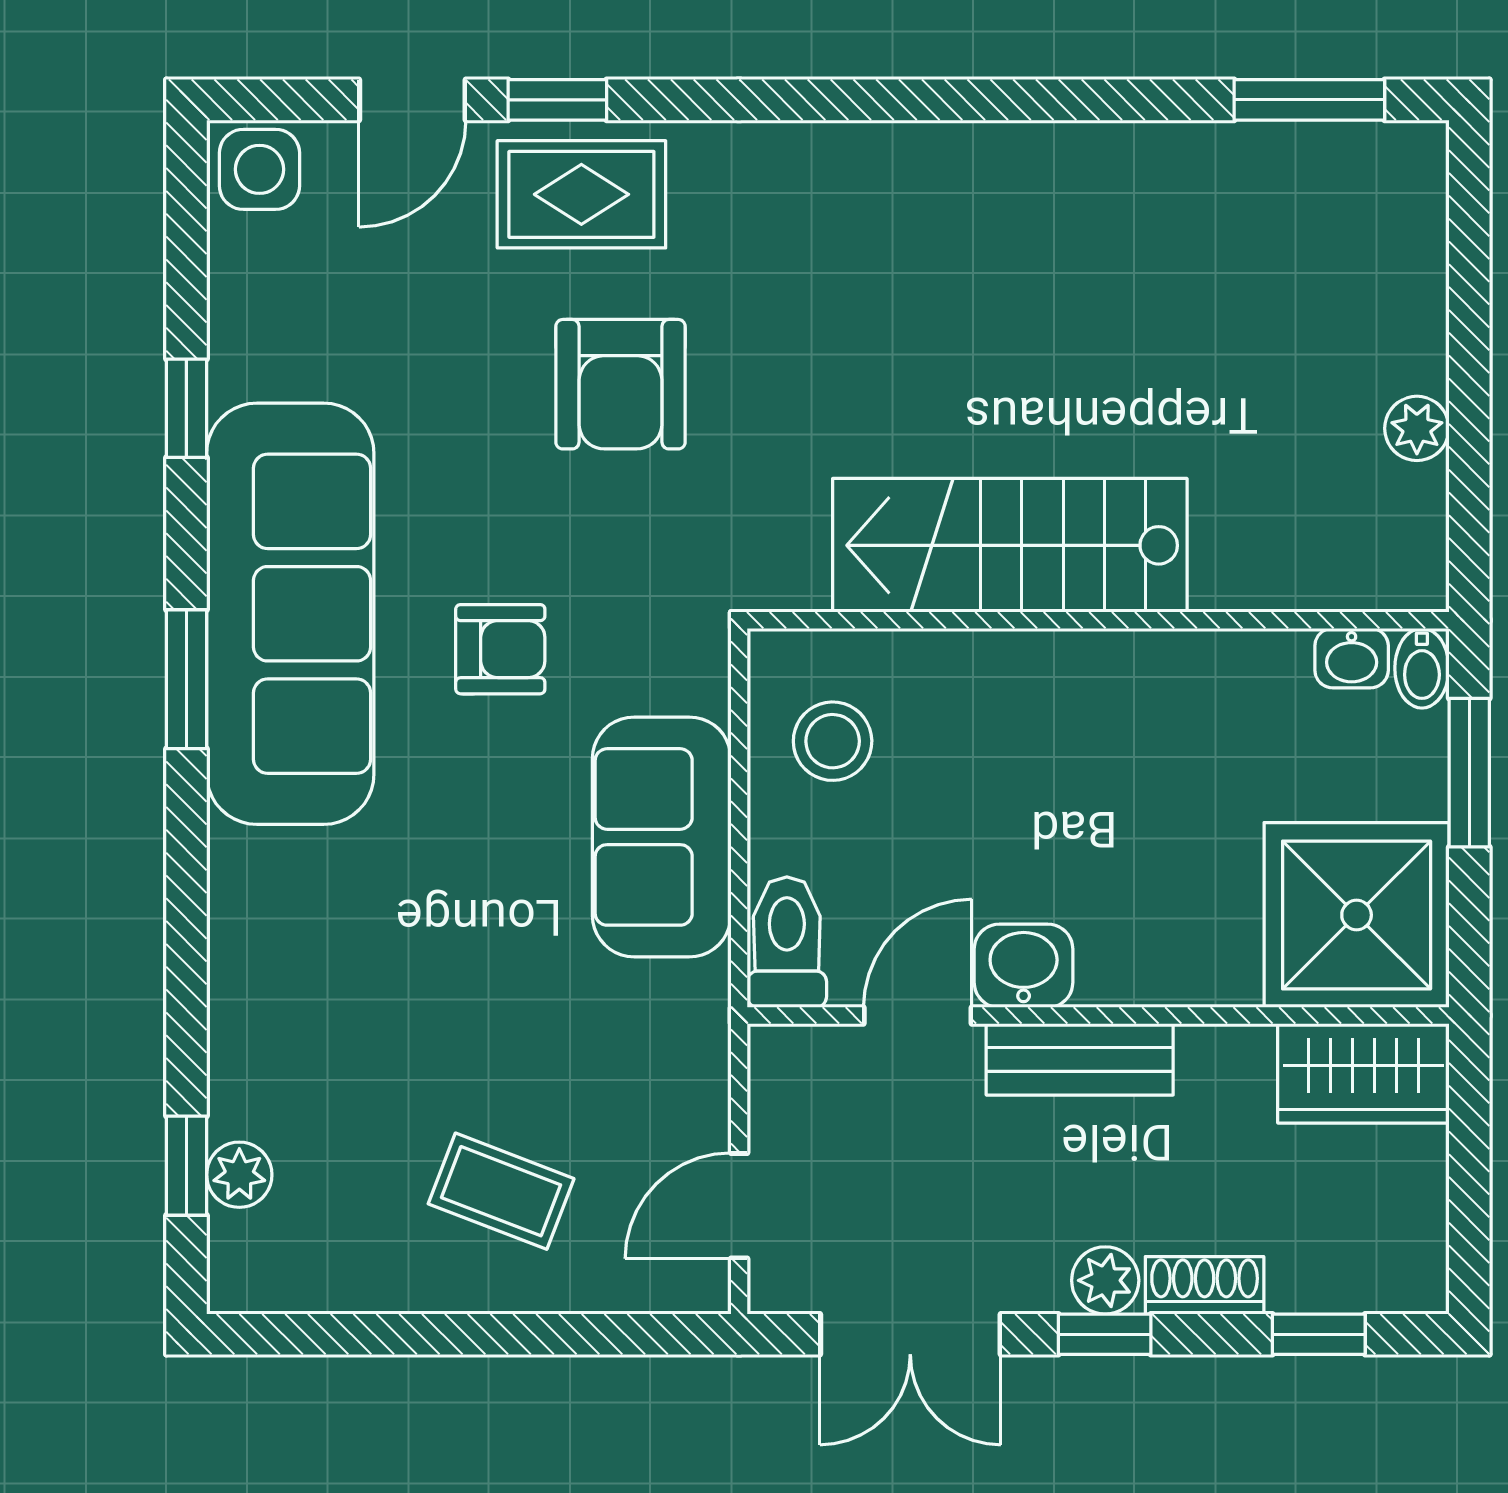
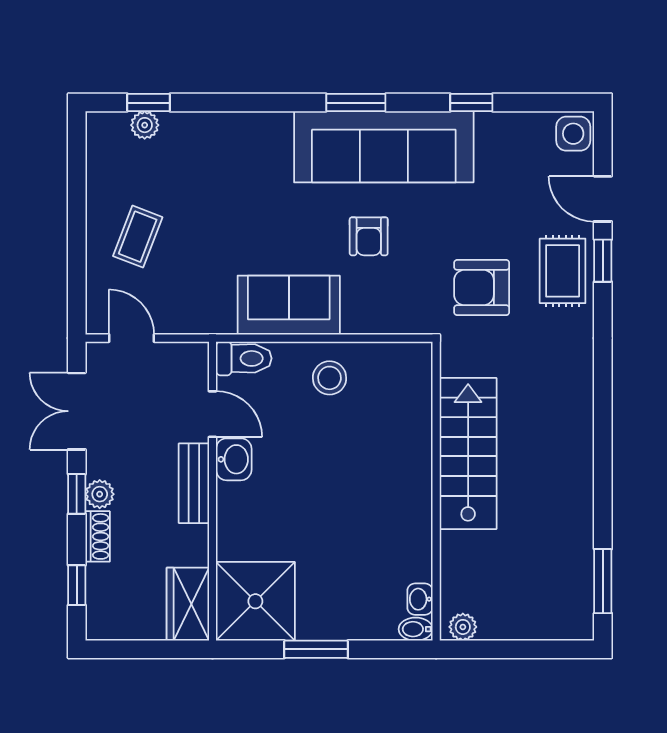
stairs: (1010, 545) -> (468, 453), moved
wall: (1098, 620) -> (436, 491), moved
washbasin: (1352, 658) -> (420, 599), moved
bidet: (1422, 668) -> (416, 629), moved

